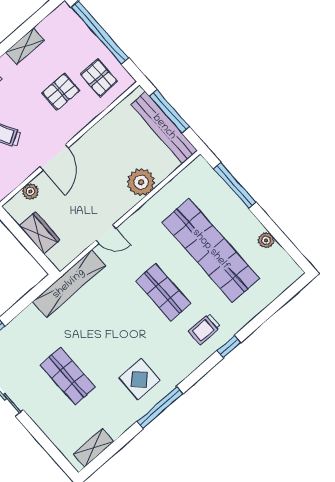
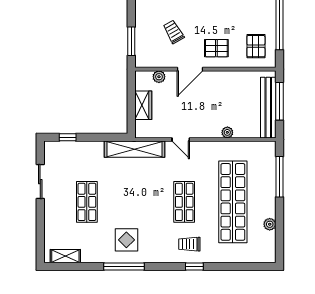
pallet: (61, 92) -> (216, 48), moved
plant: (141, 182) -> (227, 132), width x0.53, depth x0.53

